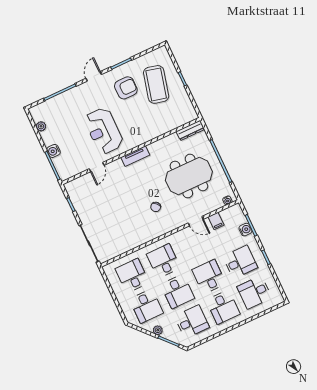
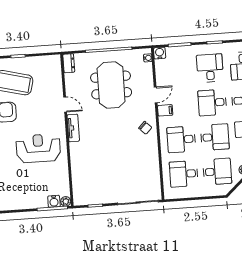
plant: (41, 126) -> (66, 201), moved
dresser: (190, 130) -> (69, 63), width x0.70
reception desk: (104, 131) -> (38, 148), turned 180
water cooler: (54, 151) -> (54, 201), moved
door: (97, 167) -> (65, 104), moved
chair: (156, 207) -> (145, 128), moved
filing cabinet: (216, 221) -> (165, 110), moved
water cooler: (245, 230) -> (160, 53), moved

